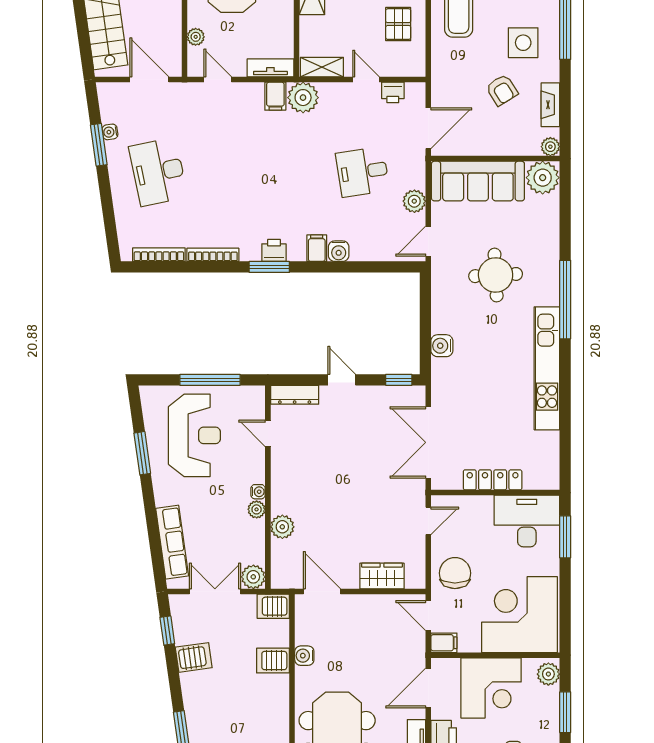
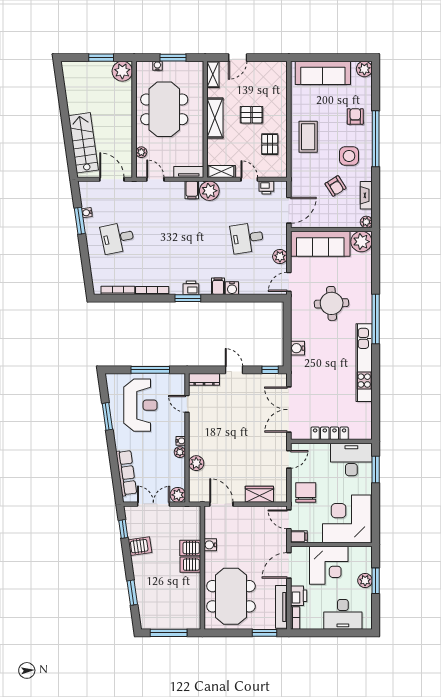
desk: (158, 172) -> (117, 238), width x0.73
server rack: (273, 606) -> (190, 565), moved
plant: (548, 674) -> (365, 581), moved

